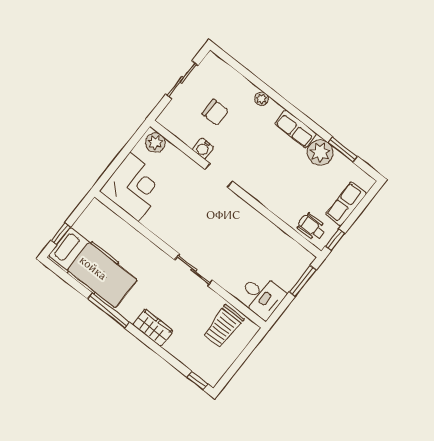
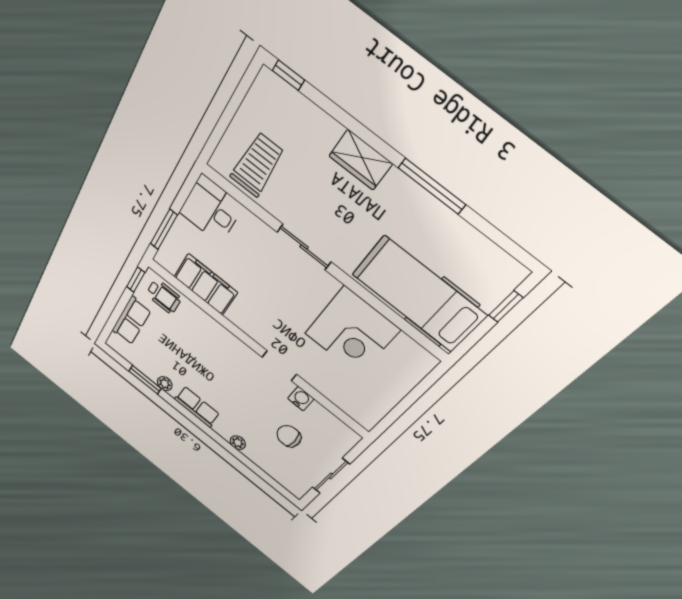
plant: (155, 143) -> (362, 413), removed
plant: (320, 152) -> (165, 384), width x0.53, depth x0.53
corner desk: (134, 187) -> (352, 332), moved, turned -90
filing cabinet: (273, 239) -> (206, 284), added
hospital bed: (93, 268) -> (418, 294), moved

